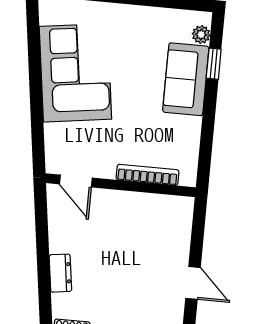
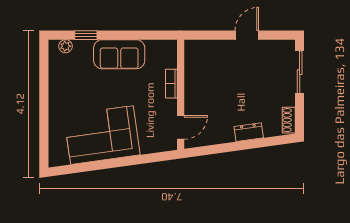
sofa: (186, 79) -> (119, 54), moved
bookcase: (148, 175) -> (171, 84), width x0.64

